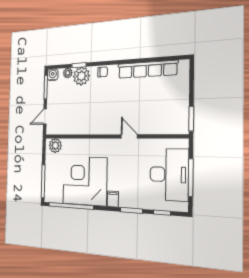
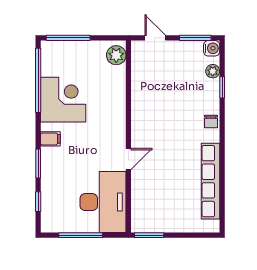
plant: (81, 76) -> (207, 92), removed
desk: (169, 175) -> (103, 202), moved, turned -90
corner desk: (85, 181) -> (63, 100), width x0.74, depth x0.74

